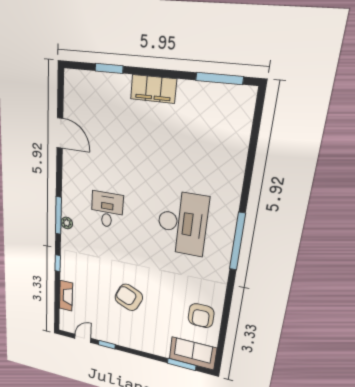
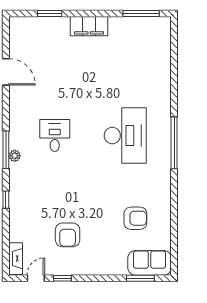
fireplace: (66, 296) -> (16, 259), moved
armchair: (129, 297) -> (68, 235), moved, turned -114
armchair: (201, 316) -> (135, 218), moved, turned -90

